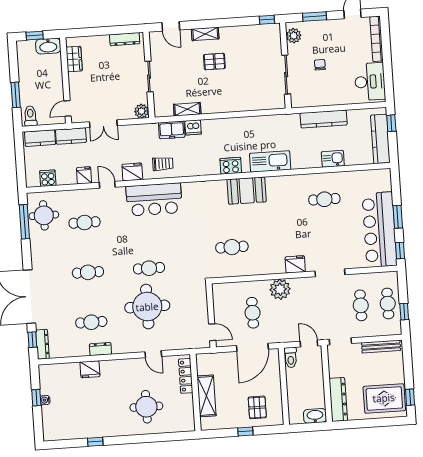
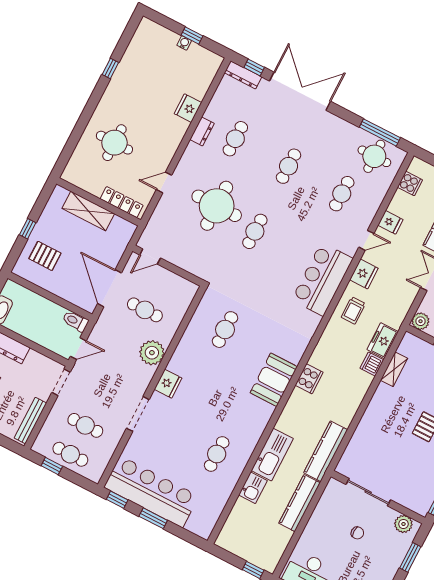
kitchen counter: (380, 139) -> (326, 451), moved, turned -90
kitchen sink: (270, 161) -> (272, 455), moved

